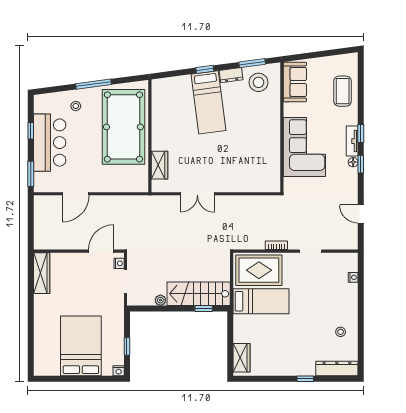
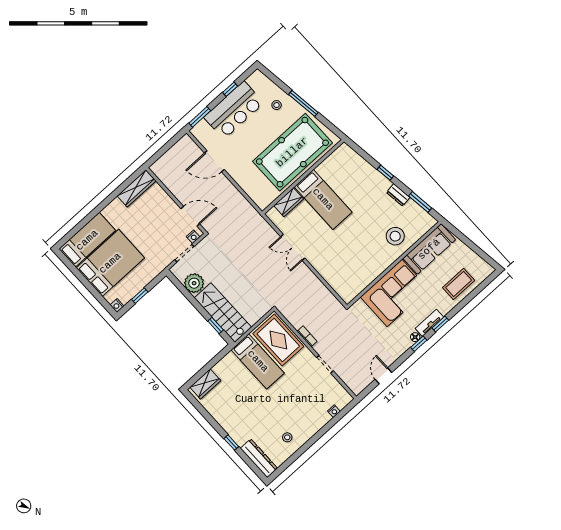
stool: (258, 82) -> (395, 236), moved
sofa: (295, 82) -> (429, 249), width x1.36
bed: (208, 102) -> (323, 199), moved, turned -82
plant: (160, 300) -> (194, 283), width x1.88, depth x1.88
bed: (47, 347) -> (87, 240), added

